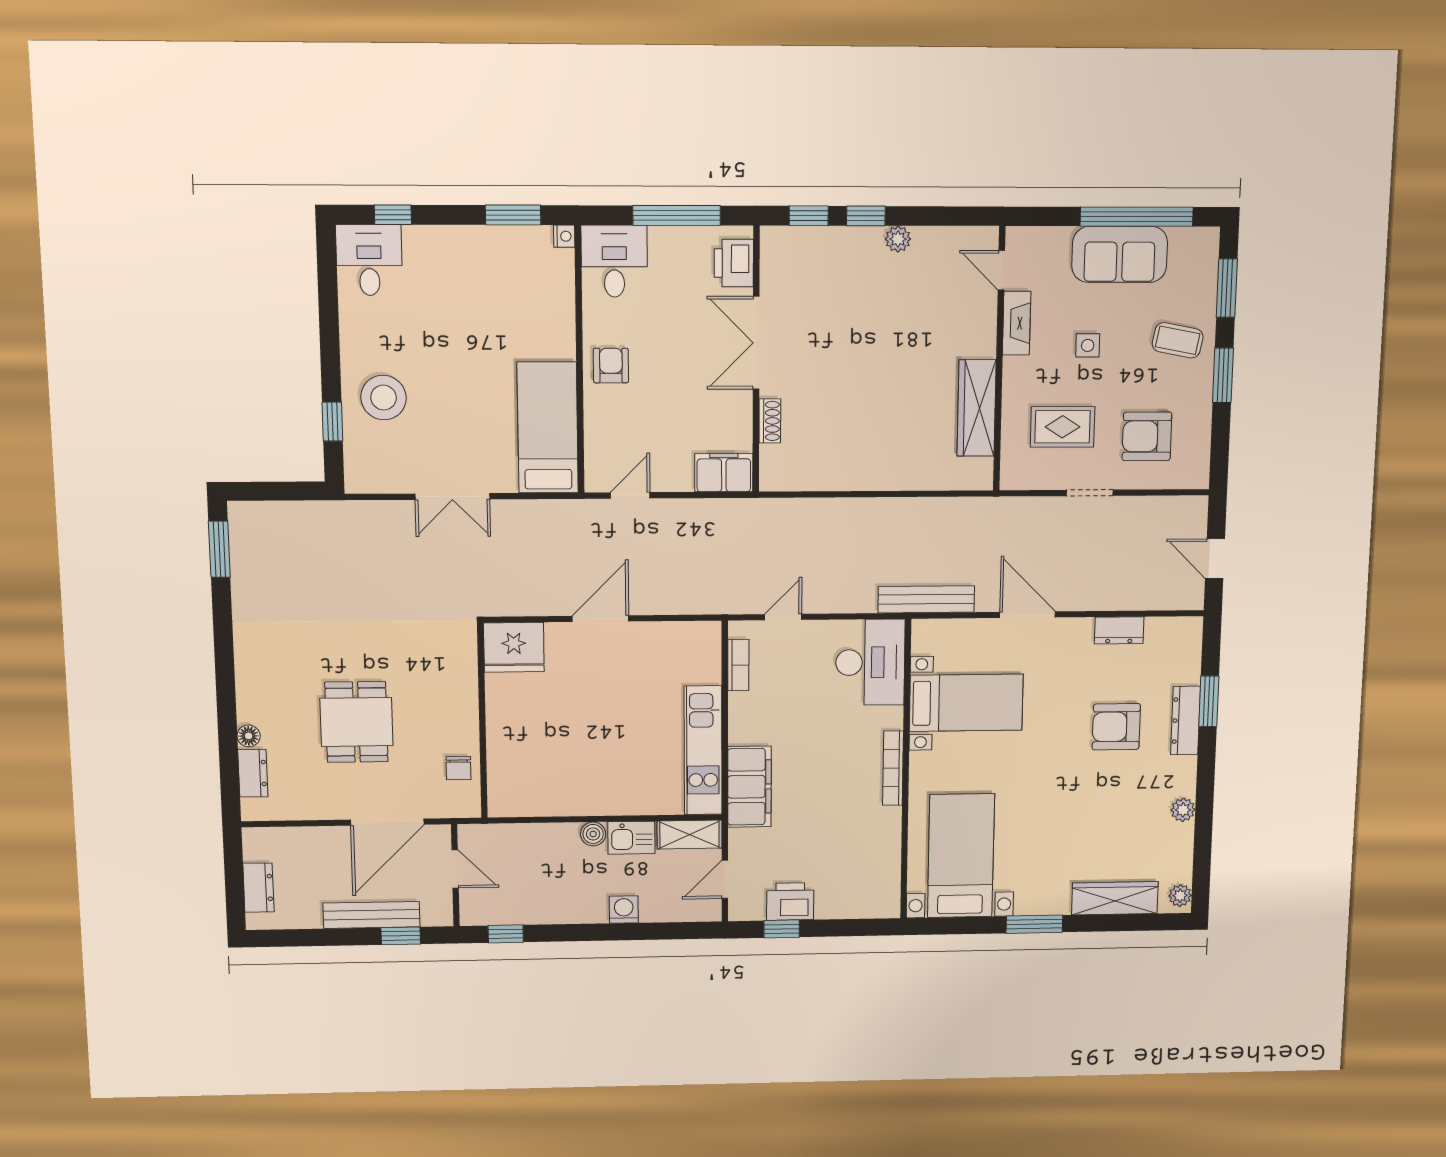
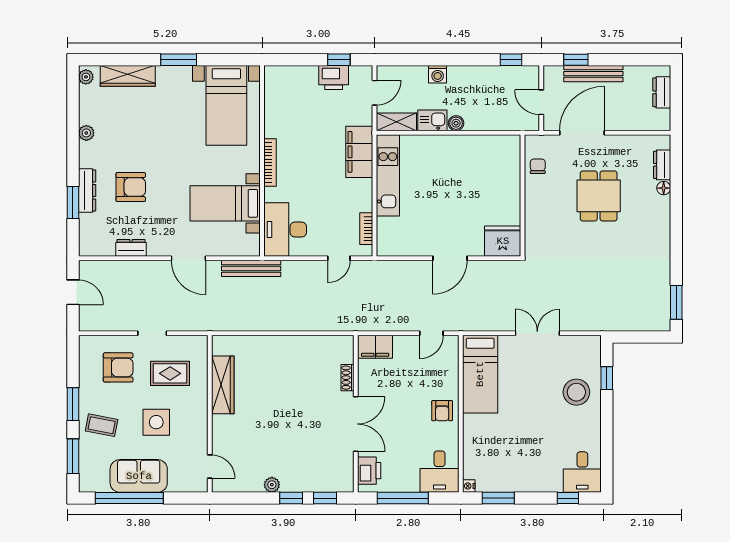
fireplace: (1017, 323) -> (200, 435), removed
side table: (1088, 345) -> (156, 422), width x1.87, depth x1.87

